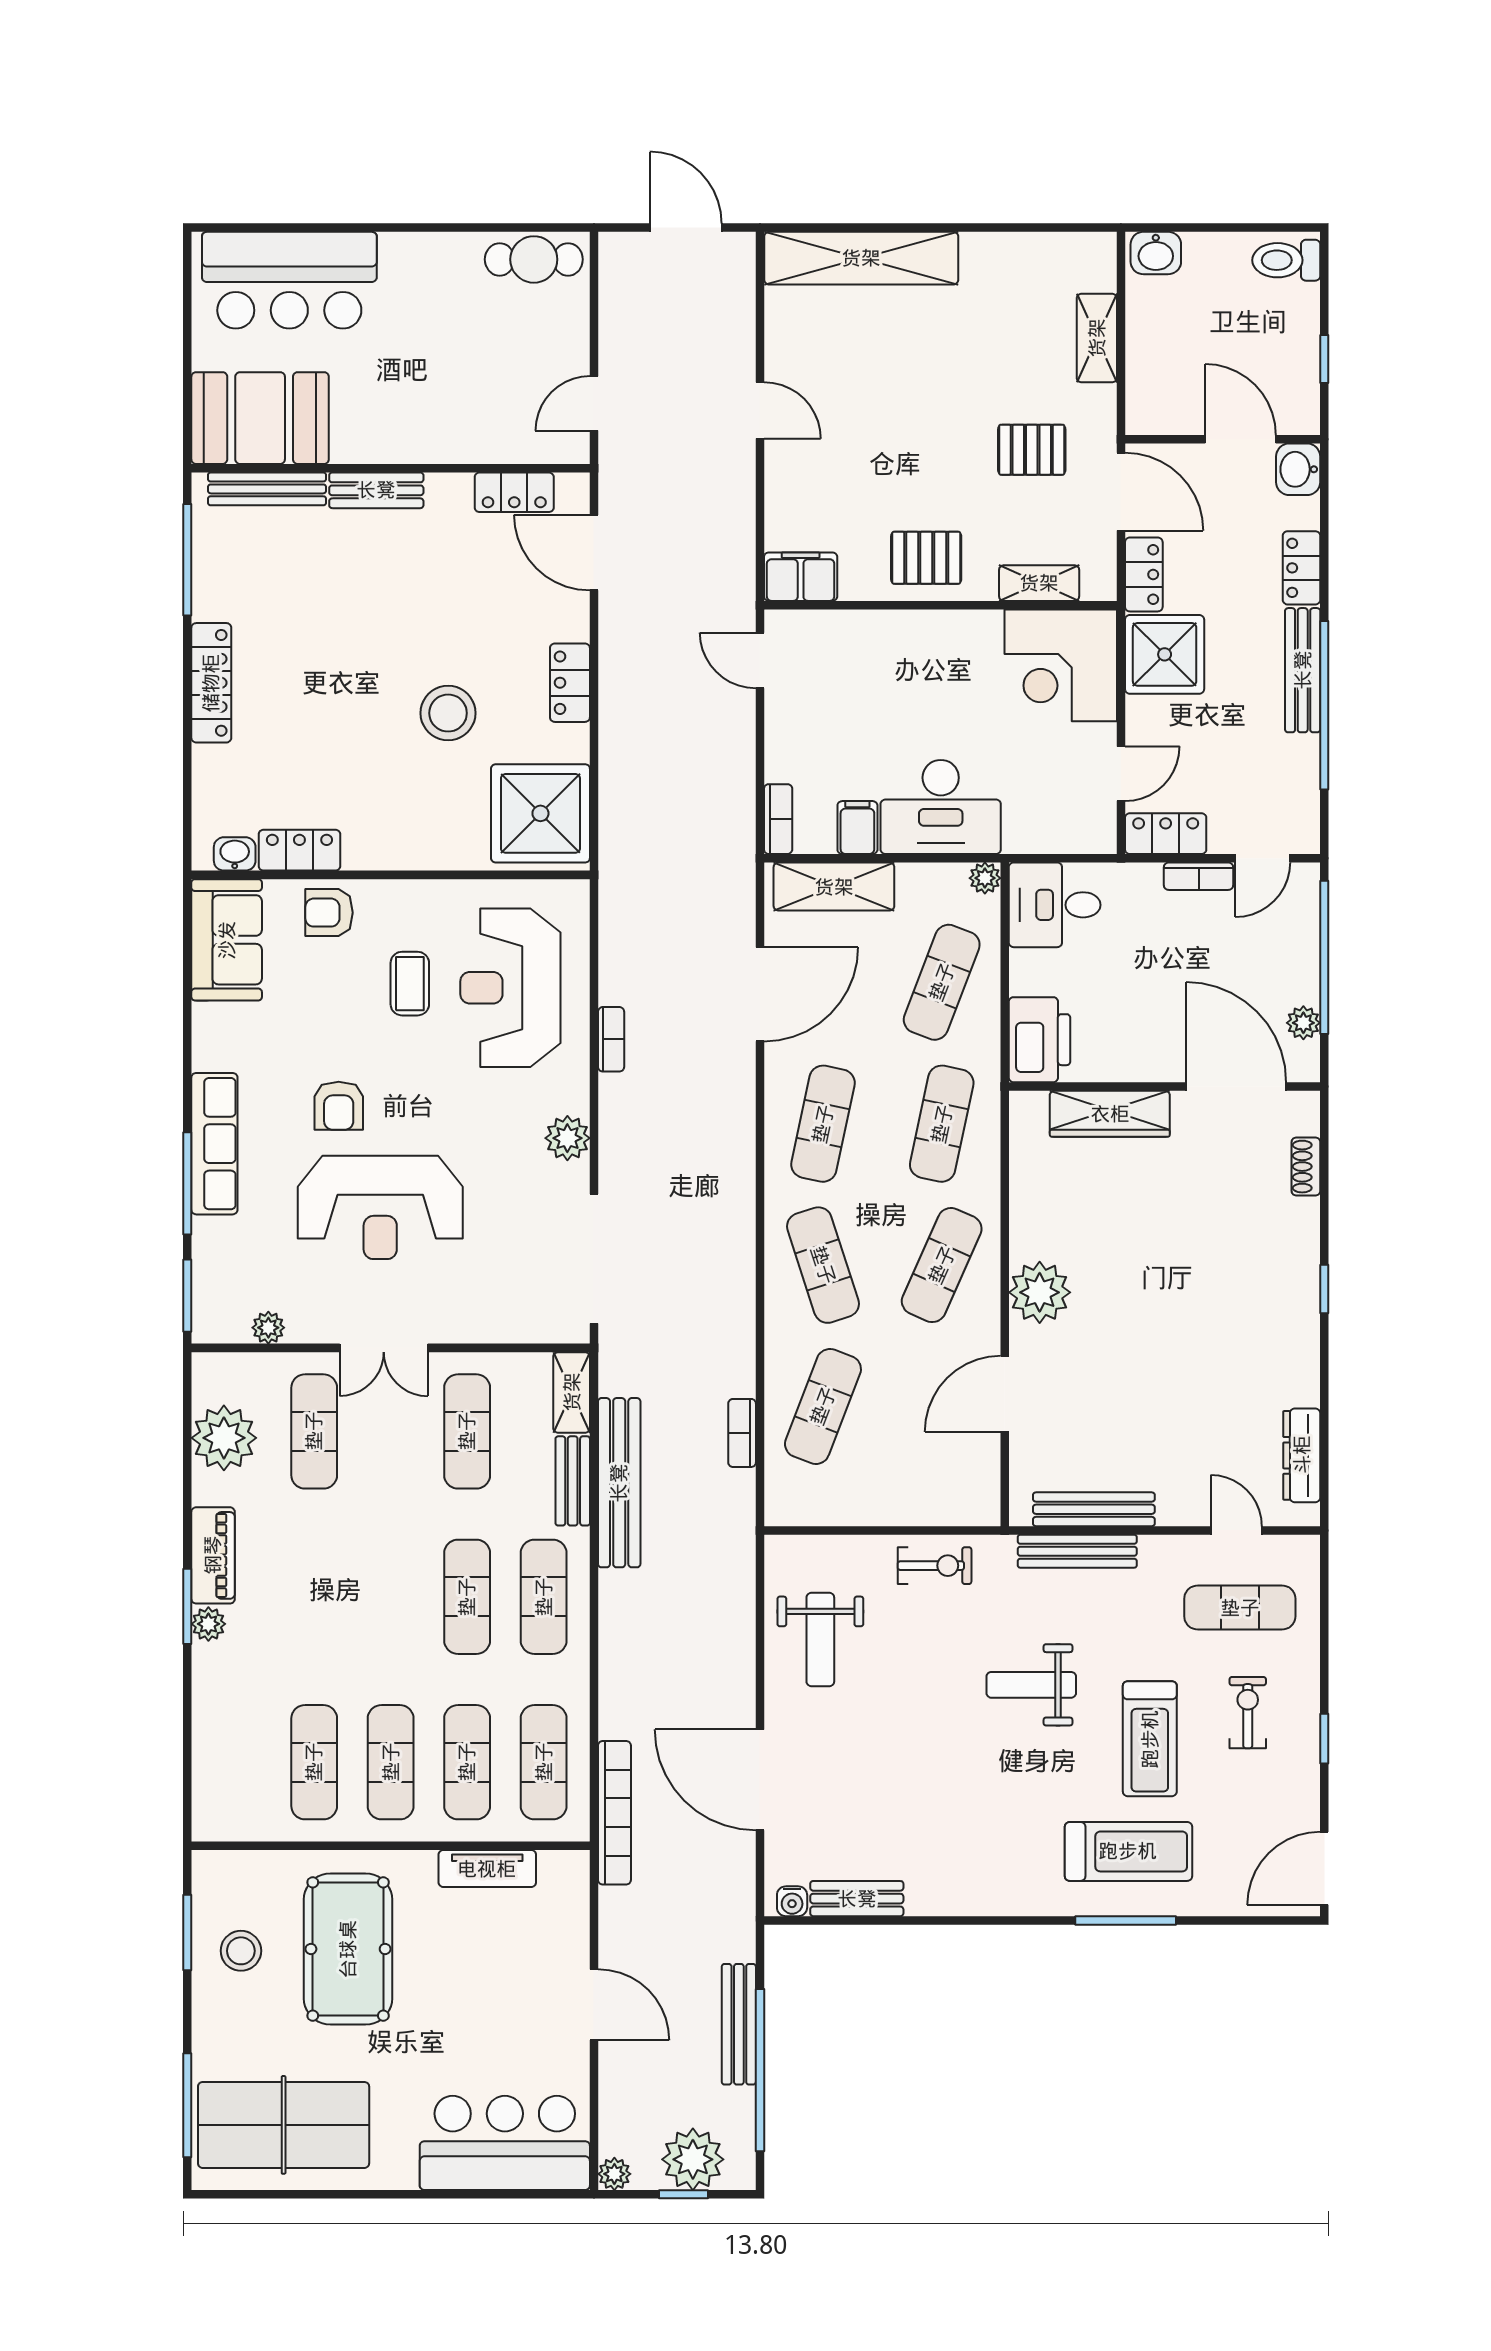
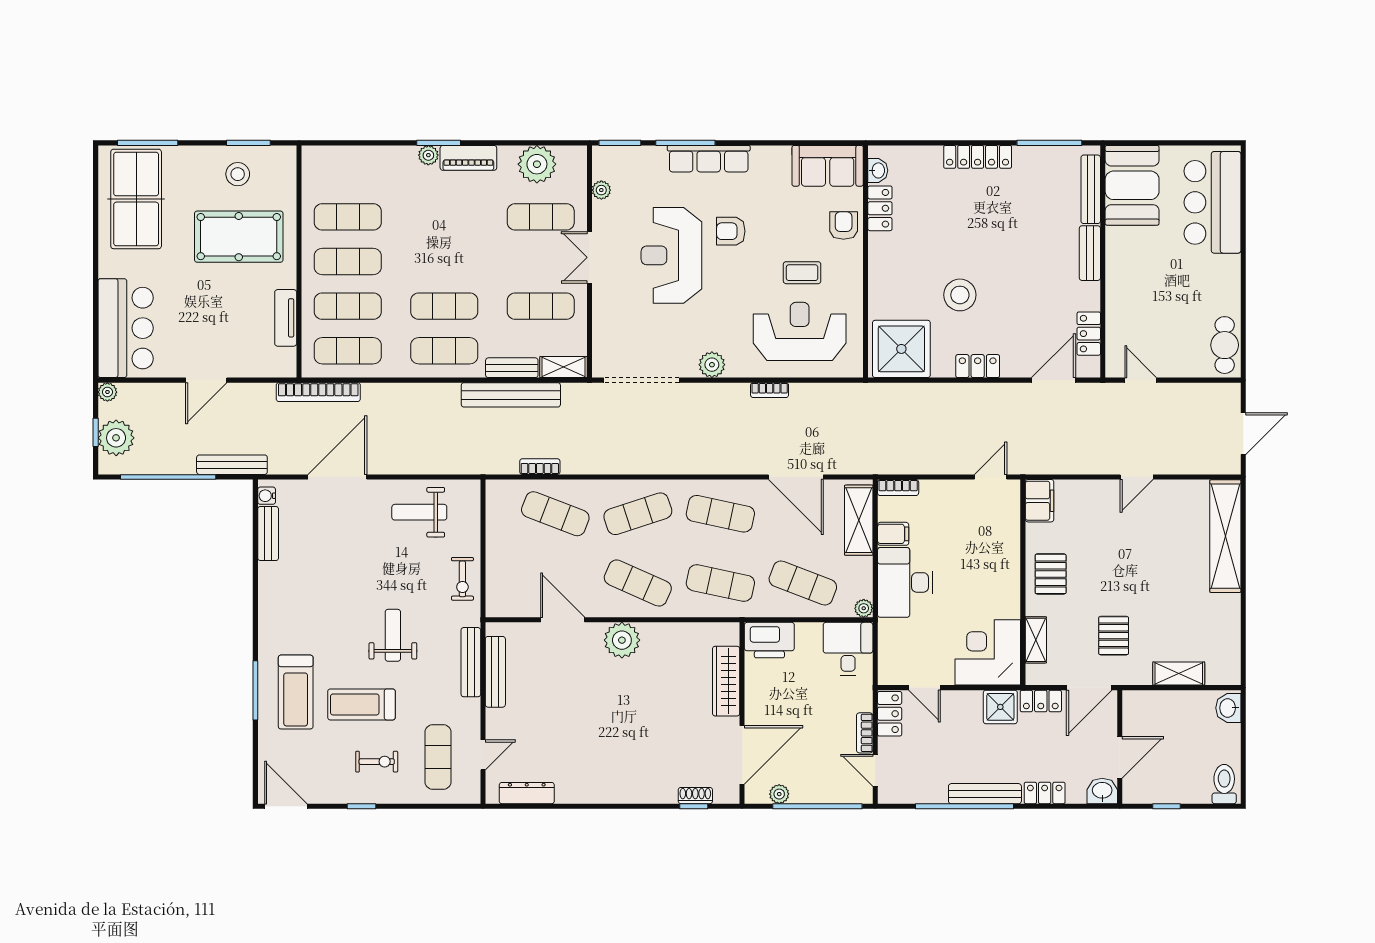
shower: (1165, 654) -> (1000, 707), width x0.73, depth x0.73
window: (1324, 1289) -> (694, 806), moved
bench: (739, 2024) -> (232, 465), moved

